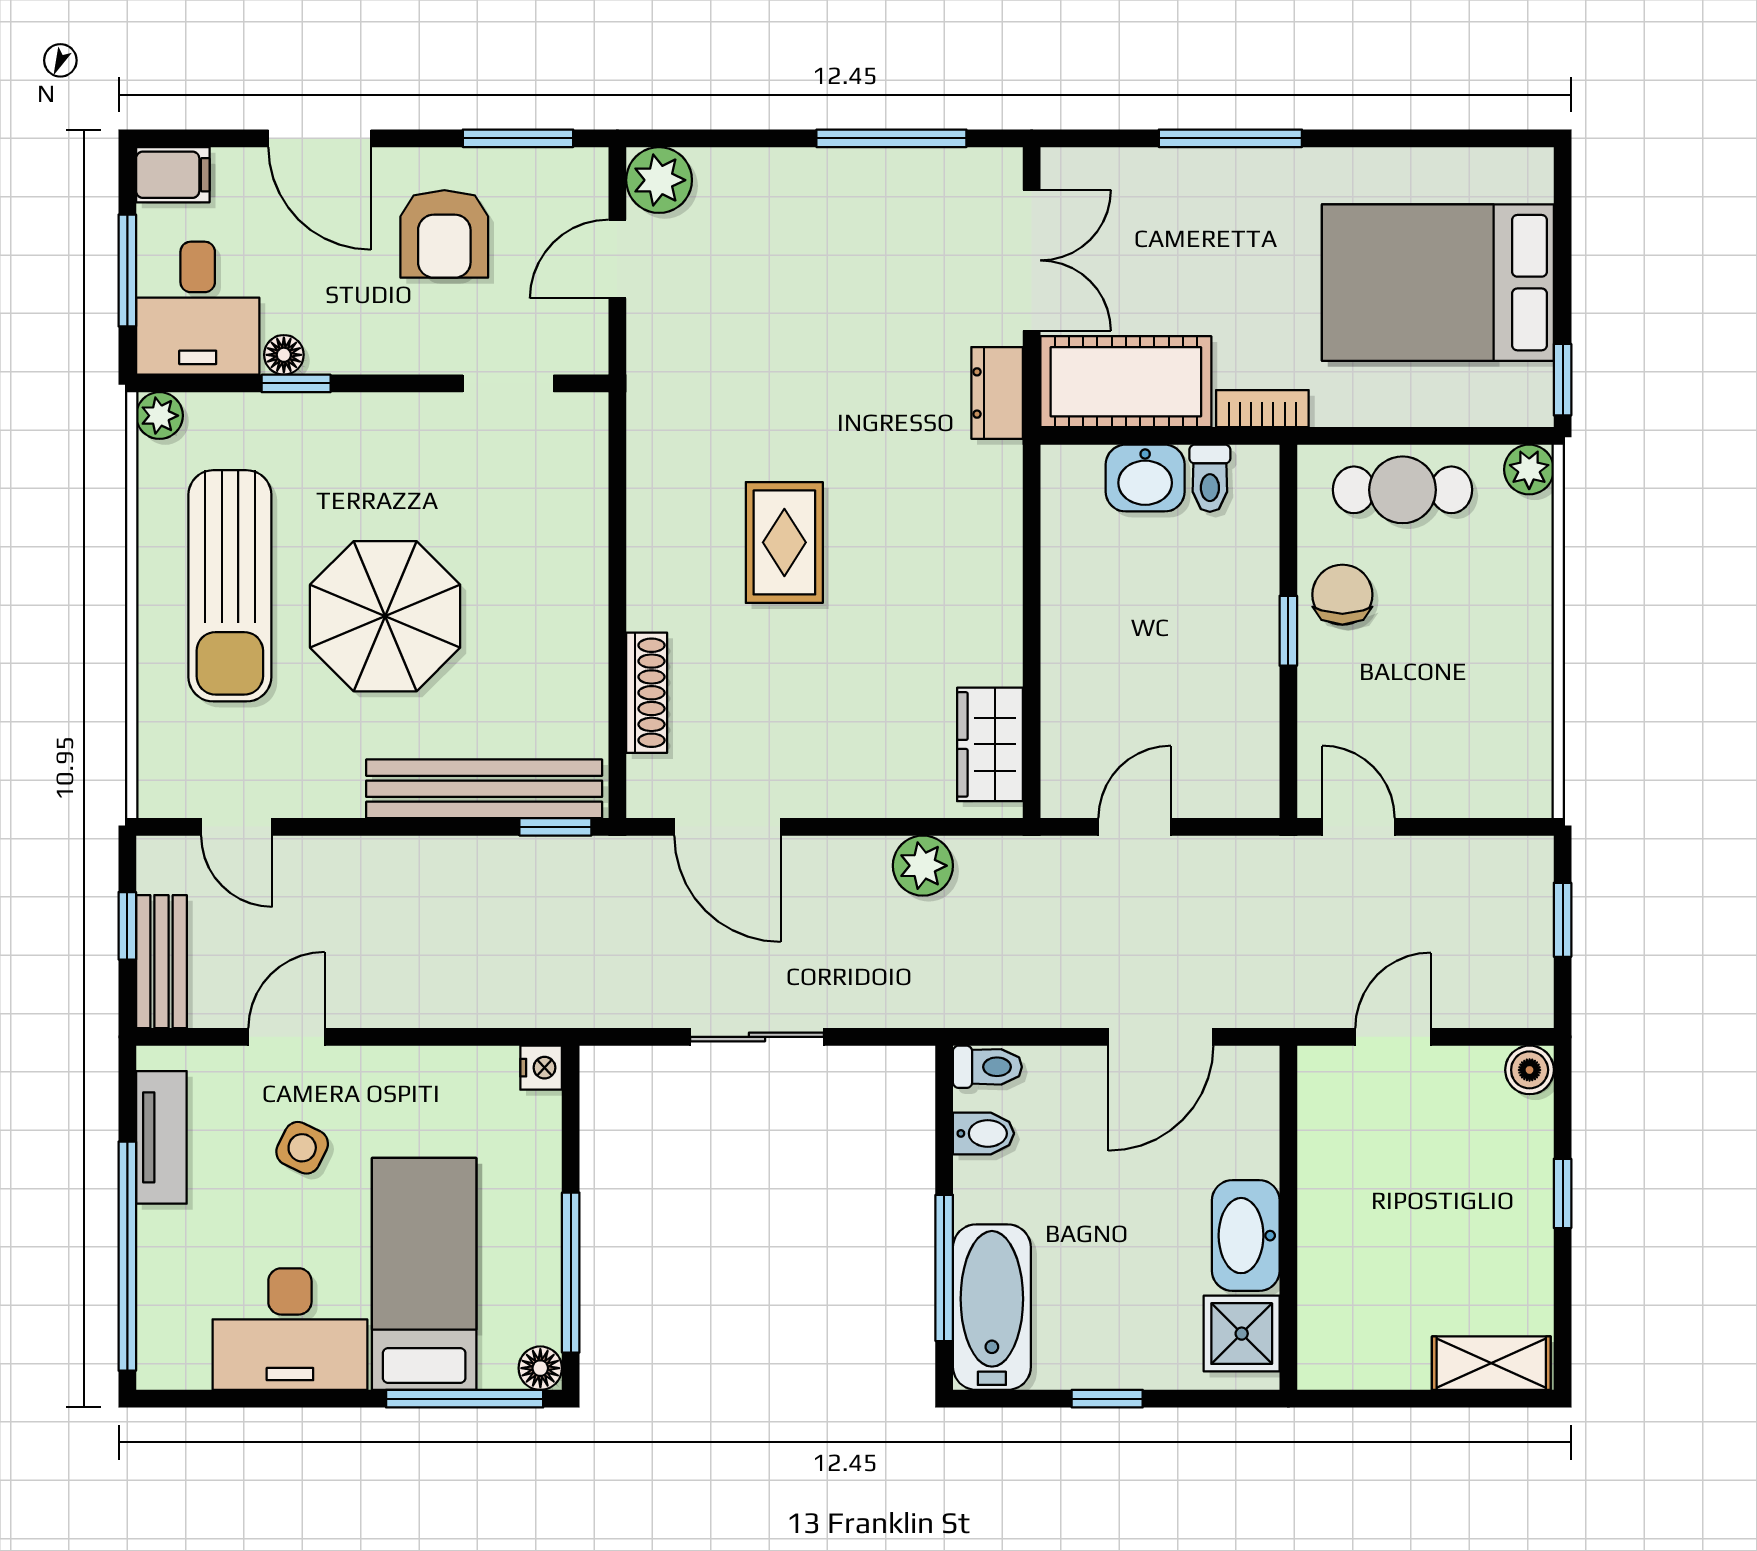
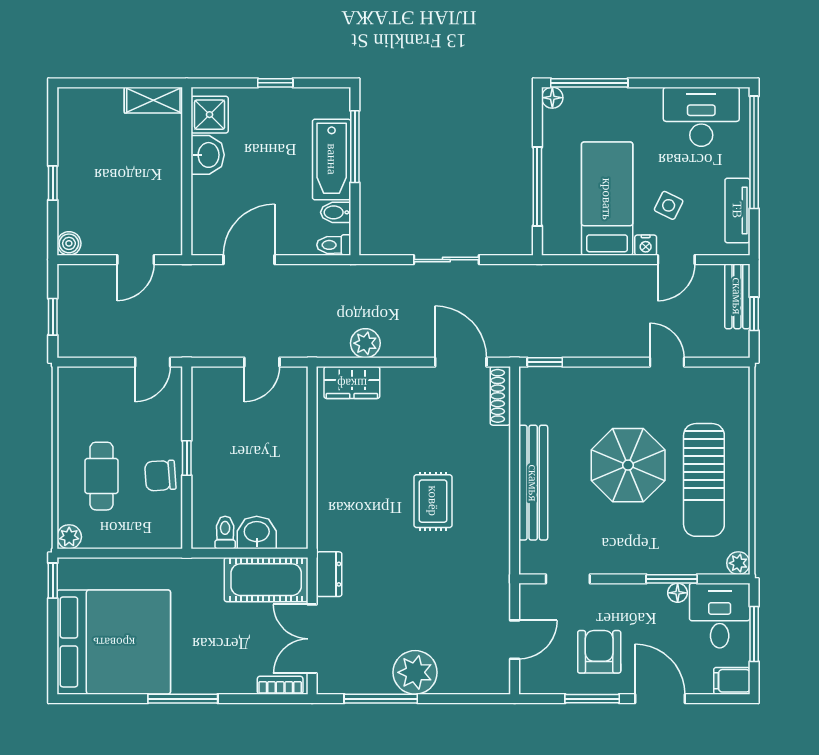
window: (518, 138) -> (592, 699), moved
window: (1230, 138) -> (183, 699), moved
plant: (659, 180) -> (415, 672), moved, width x1.36, depth x1.36
bed: (1438, 283) -> (114, 642), width x1.36
window: (296, 383) -> (672, 579), width x1.50
bookcase: (1262, 409) -> (280, 685), moved, turned 180
cafe table: (1403, 490) -> (102, 476), moved, turned 90
sun lounger: (230, 586) -> (704, 480), turned 180
chair: (1342, 595) -> (160, 476), turned 86
shoe rack: (647, 693) -> (500, 396), moved
wardrobe: (990, 744) -> (352, 383), moved, turned 90
bench: (484, 789) -> (533, 483), moved, turned 90
door: (237, 827) -> (667, 362), moved
door: (1358, 827) -> (153, 362), hinge flipped
nightstand: (541, 1068) -> (646, 245), moved, turned -90
washbasin: (1246, 1236) -> (208, 155), width x0.72
window: (571, 1273) -> (537, 186), moved
bed: (424, 1274) -> (607, 199), moved, turned 180
bathtub: (992, 1307) -> (332, 159), moved
desk: (290, 1329) -> (701, 117), moved
shelving: (1491, 1363) -> (153, 100), moved

